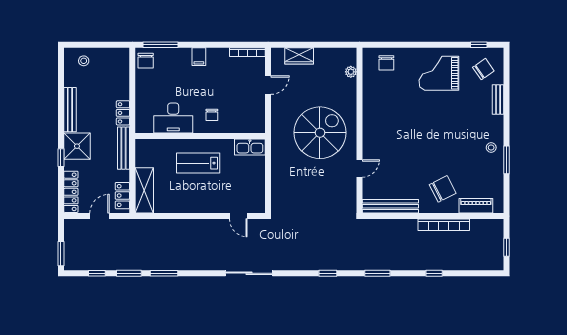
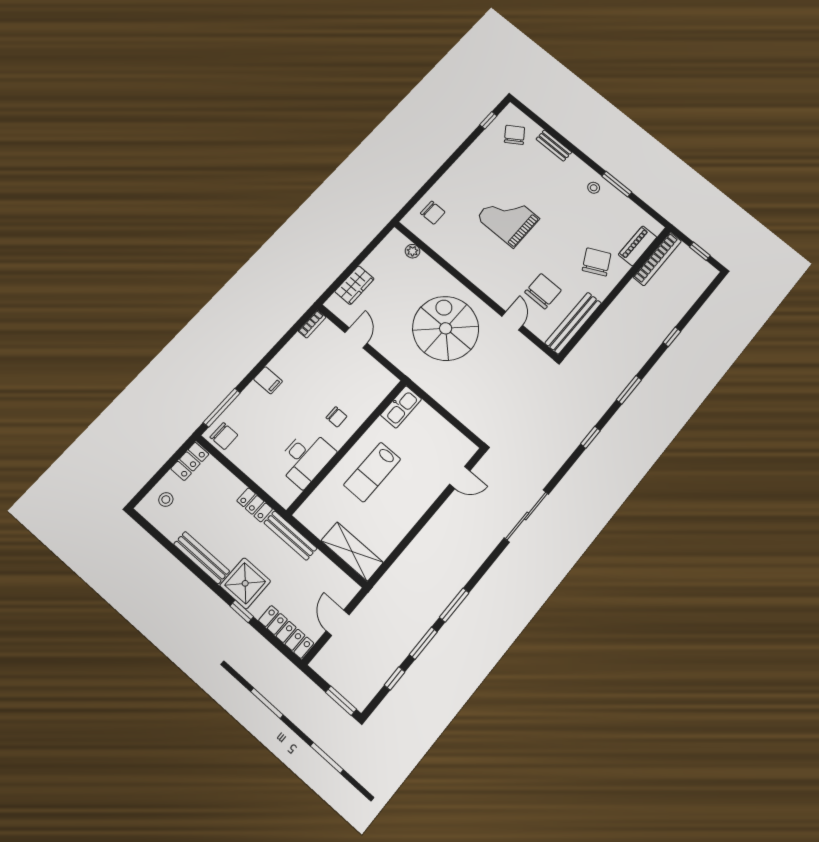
bookcase: (247, 52) -> (312, 324), width x0.64
grand piano: (439, 73) -> (508, 218), moved, turned 90
chair: (395, 172) -> (543, 291), added
locker: (122, 196) -> (190, 461), moved, turned -90
bookcase: (444, 225) -> (657, 259), moved

